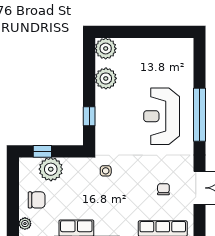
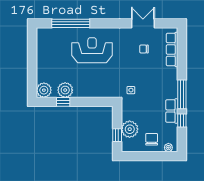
window: (200, 115) -> (71, 23), moved
window: (89, 116) -> (63, 102), moved
reception desk: (162, 116) -> (92, 50), turned 180

